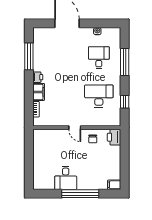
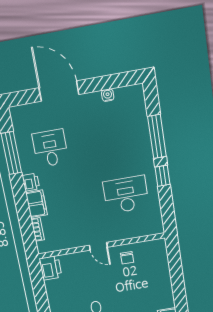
desk: (99, 58) -> (50, 148), moved
window: (125, 102) -> (163, 176), moved
printer: (114, 137) -> (50, 268), moved, turned 180

